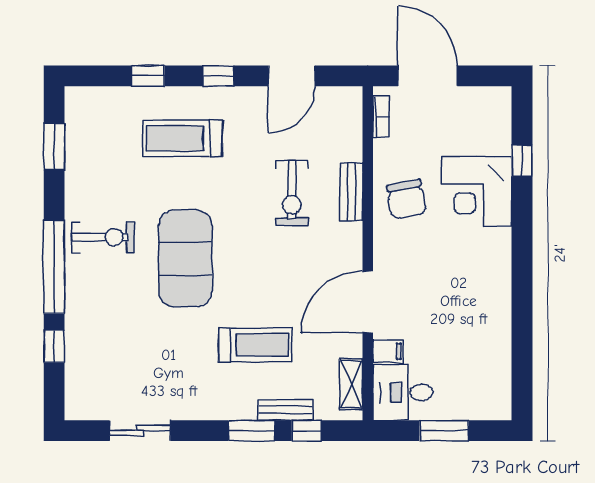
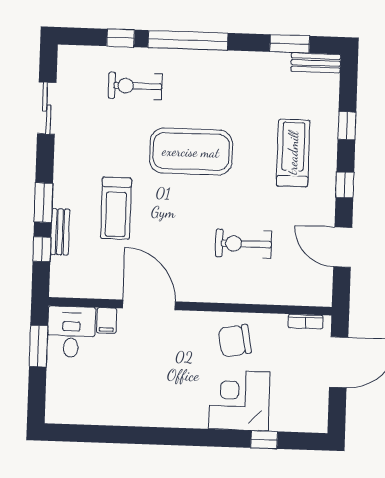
bench: (351, 192) -> (316, 63), moved
exercise bike: (103, 237) -> (135, 86), moved, turned 90
shelving: (351, 384) -> (80, 288), removed
window: (444, 431) -> (38, 346), moved

